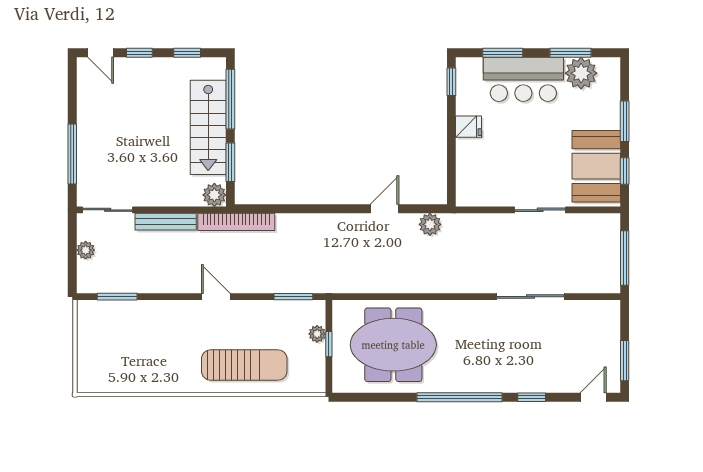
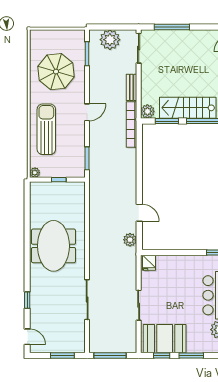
fridge: (468, 127) -> (149, 263), moved
bench: (166, 222) -> (132, 87), width x0.73
plant: (86, 250) -> (110, 40), width x1.87, depth x1.87
plant: (317, 334) -> (35, 173), moved
meeting table: (393, 345) -> (53, 246), moved
parasol: (147, 349) -> (56, 72), added
window: (625, 361) -> (62, 356), moved
sun lounger: (244, 365) -> (46, 129), turned 180
window: (460, 397) -> (27, 257), removed

